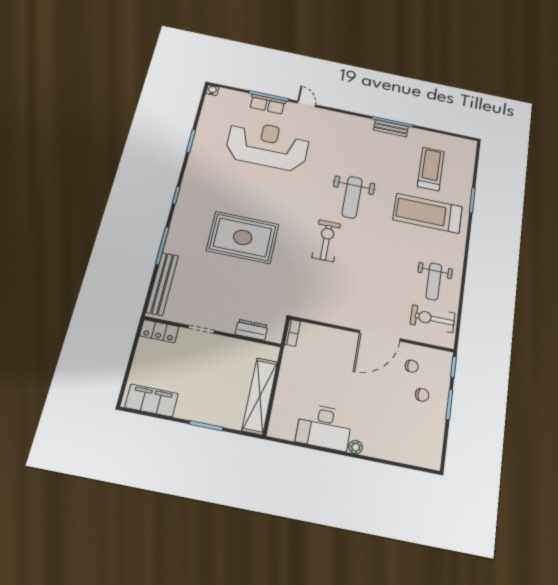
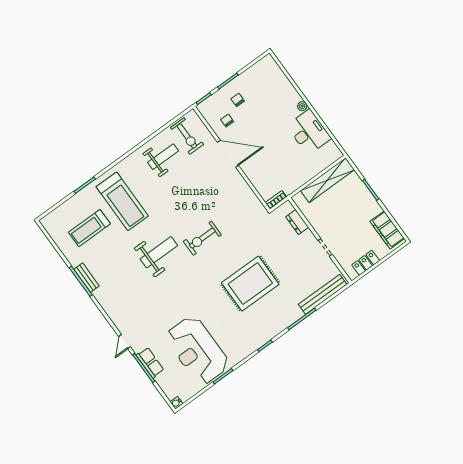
reception desk: (268, 145) -> (197, 350), moved
rug: (243, 237) -> (250, 284), turned 90
locker: (159, 331) -> (366, 263), moved, turned -90

